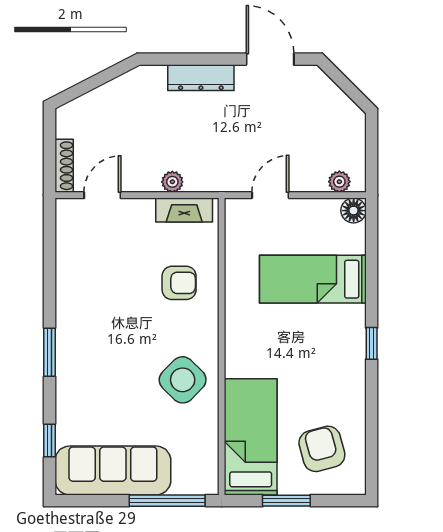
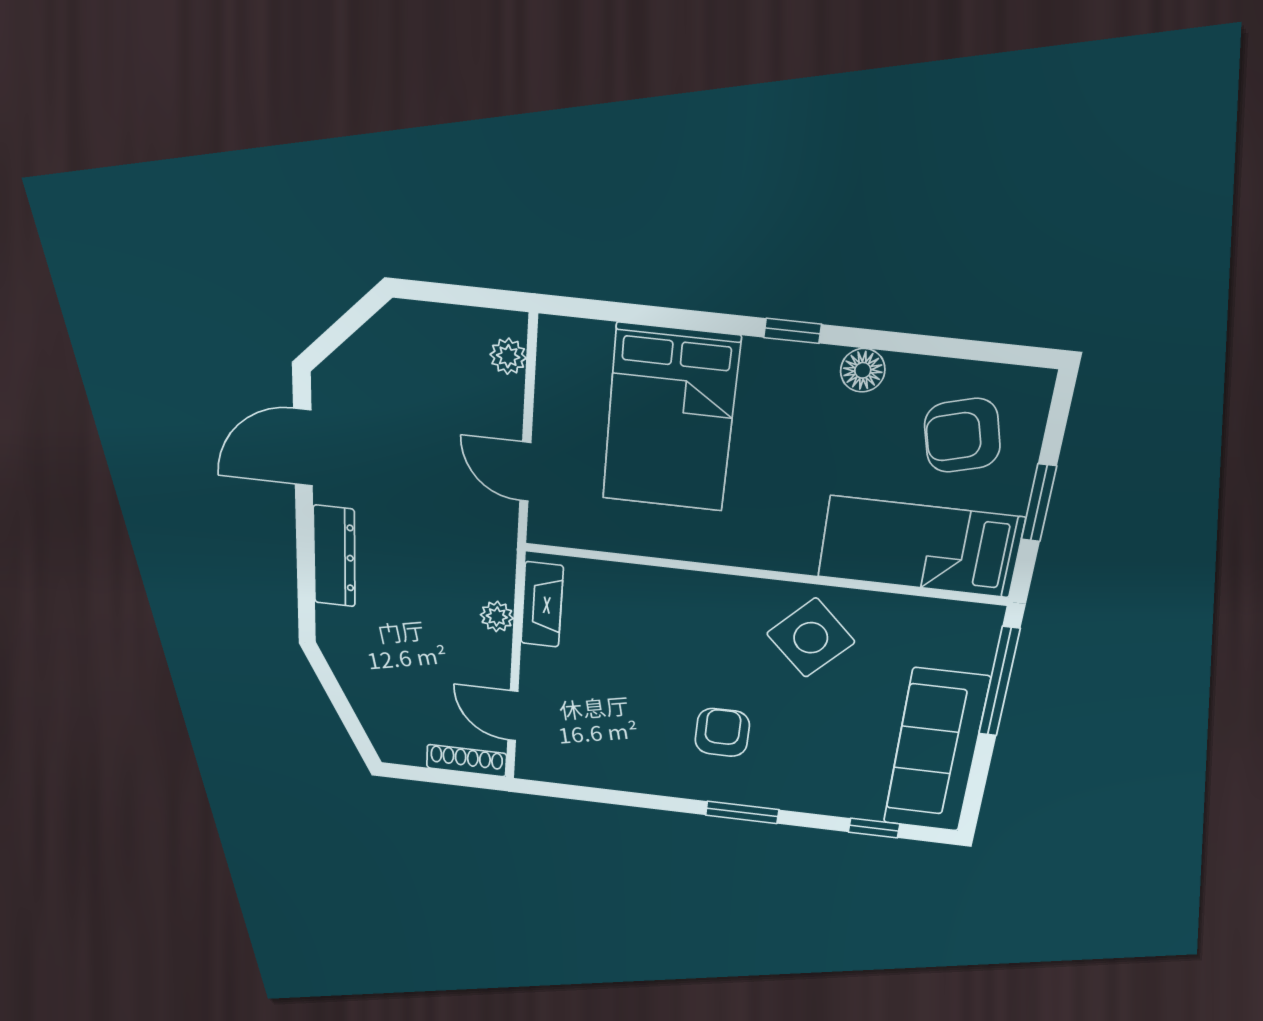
floor lamp: (354, 211) -> (863, 370), moved
bed: (313, 279) -> (670, 419), width x1.50
armchair: (179, 283) -> (722, 732), moved

